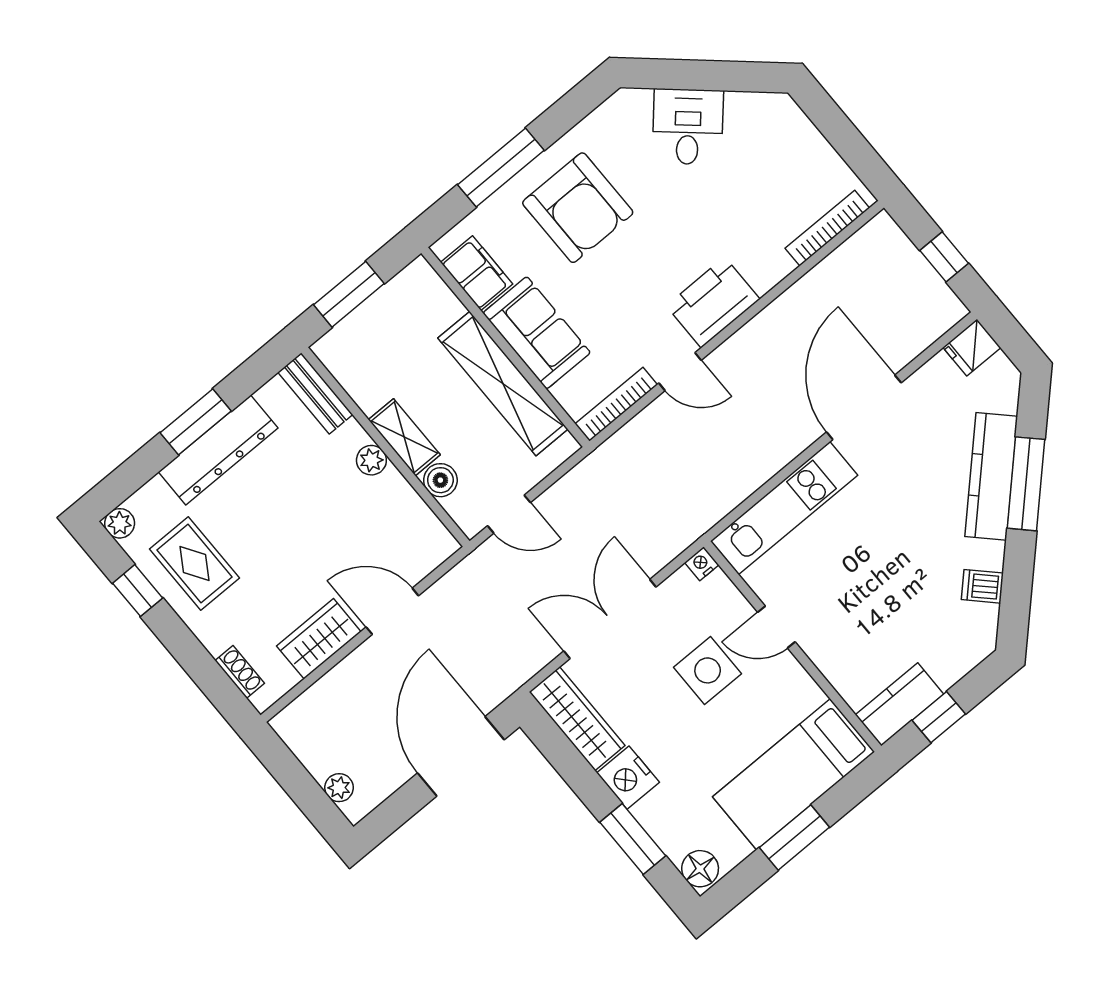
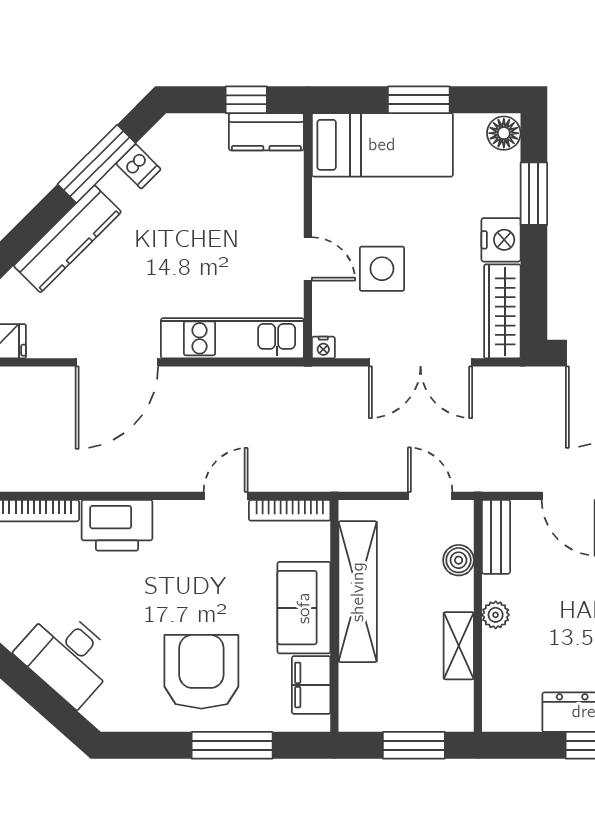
desk: (688, 127) -> (67, 656), width x1.37
printer: (713, 302) -> (117, 525), moved
door: (680, 372) -> (226, 496), hinge flipped
bench: (315, 393) -> (496, 537), moved
shelving: (404, 437) -> (459, 646), moved
window: (1026, 484) -> (97, 164), moved

